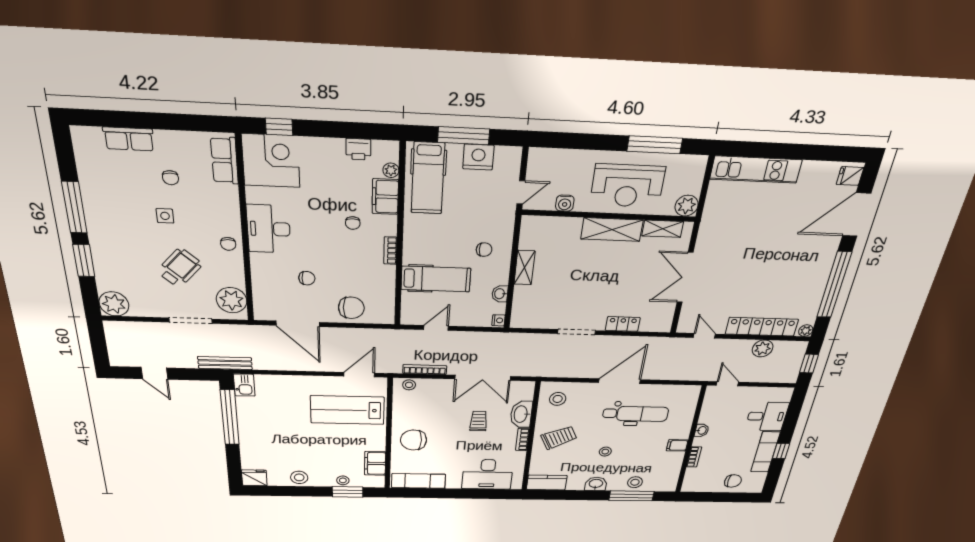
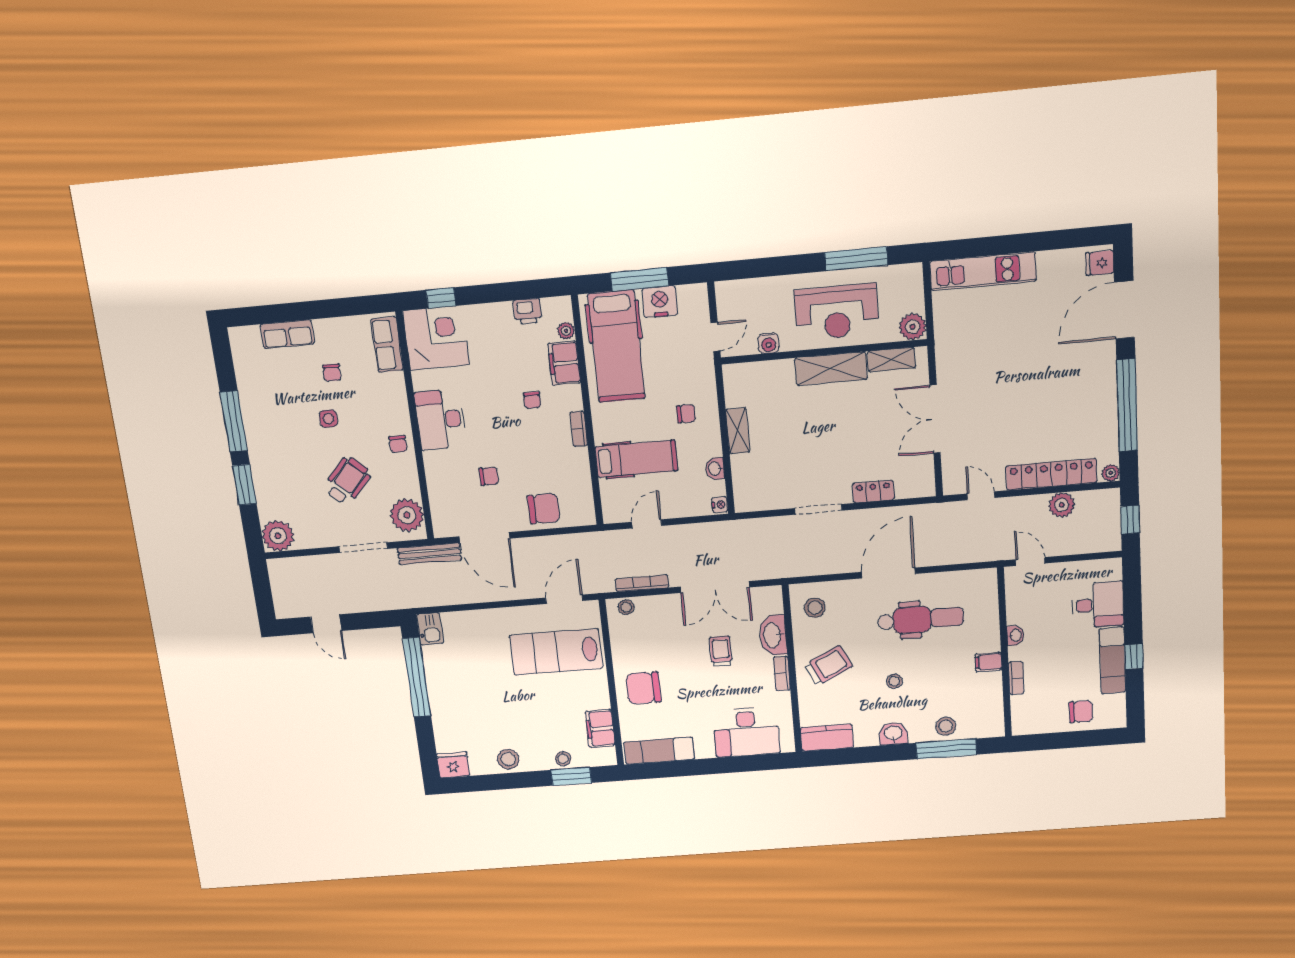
hospital bed: (428, 178) -> (616, 346), width x1.37, depth x1.29
bench: (225, 363) -> (430, 554), moved

